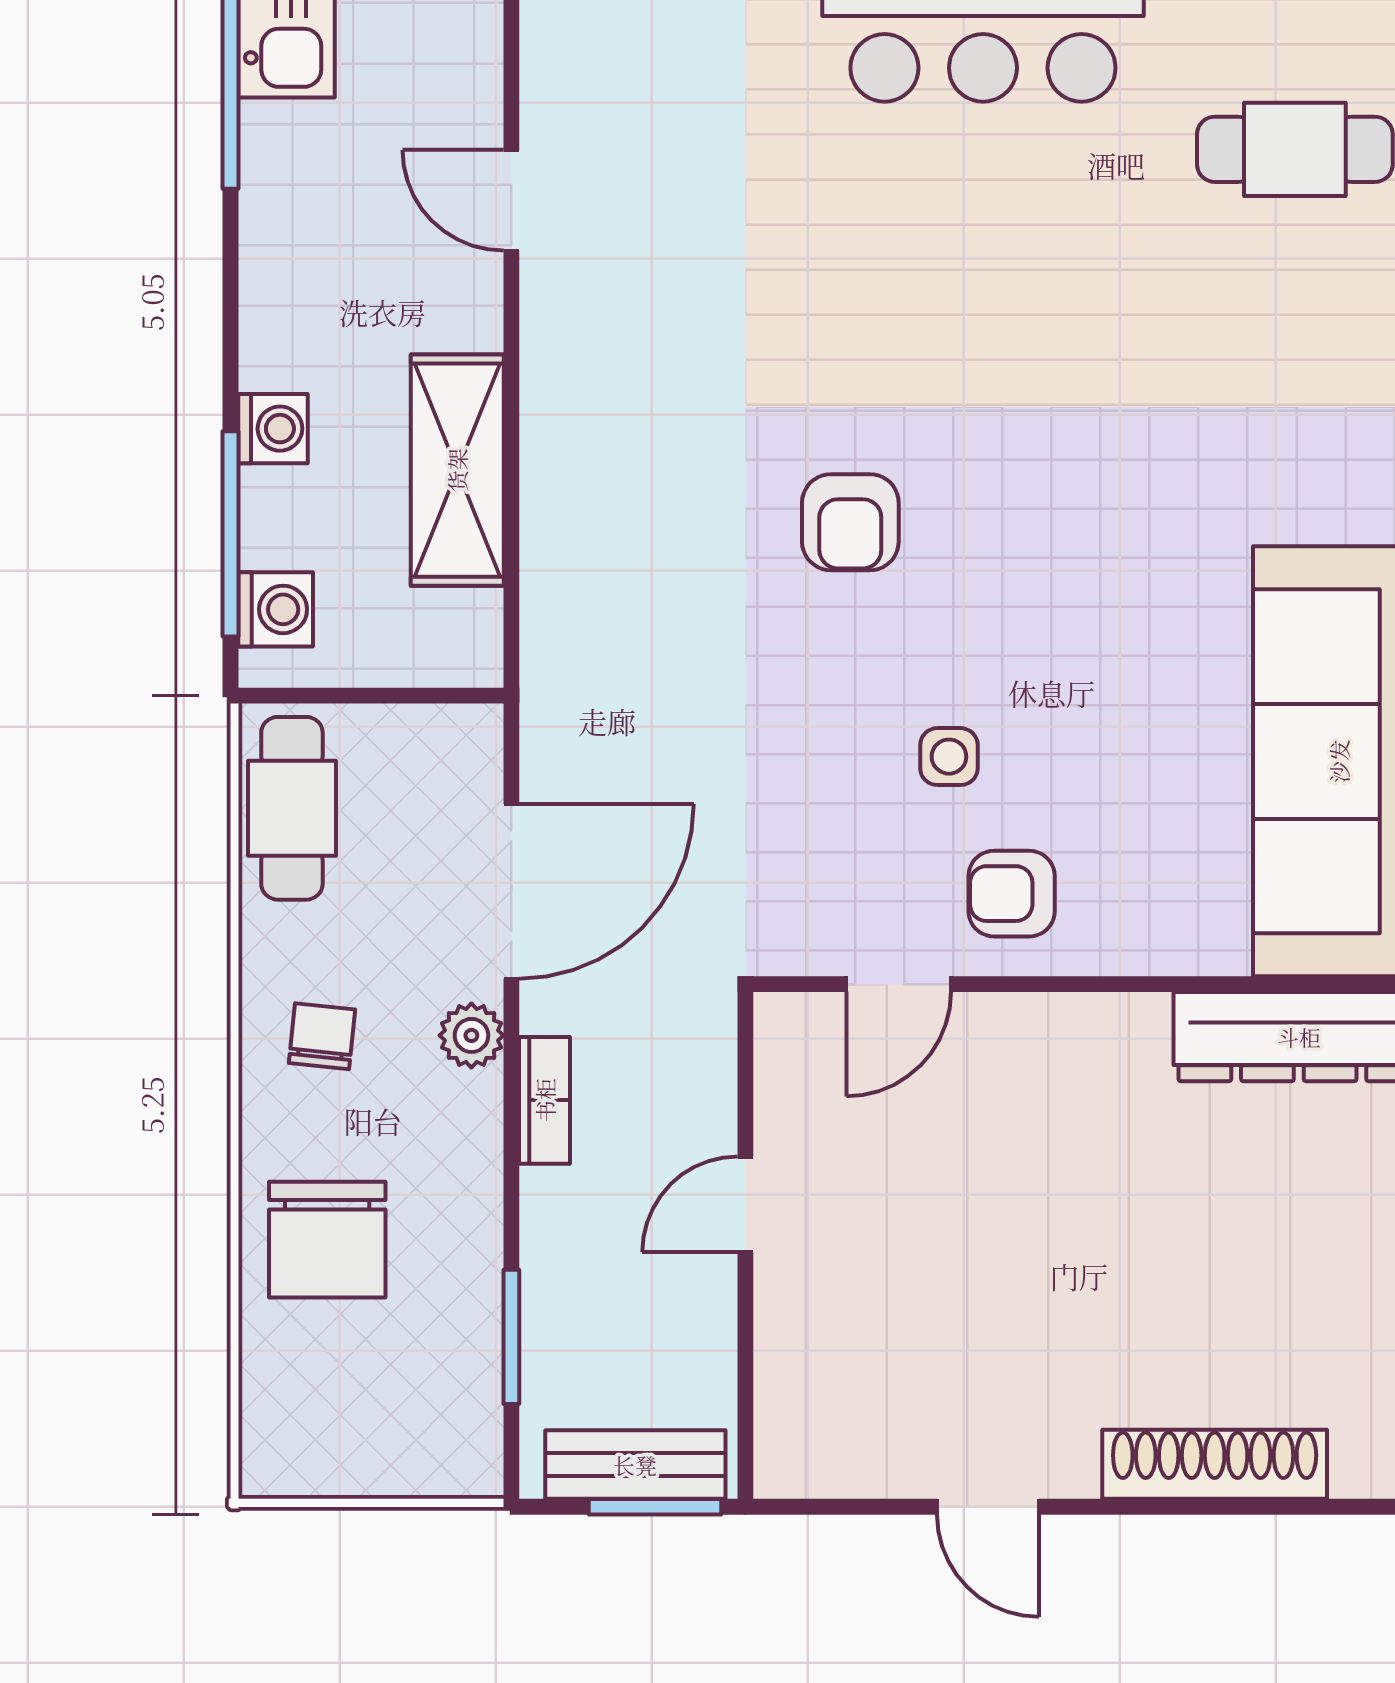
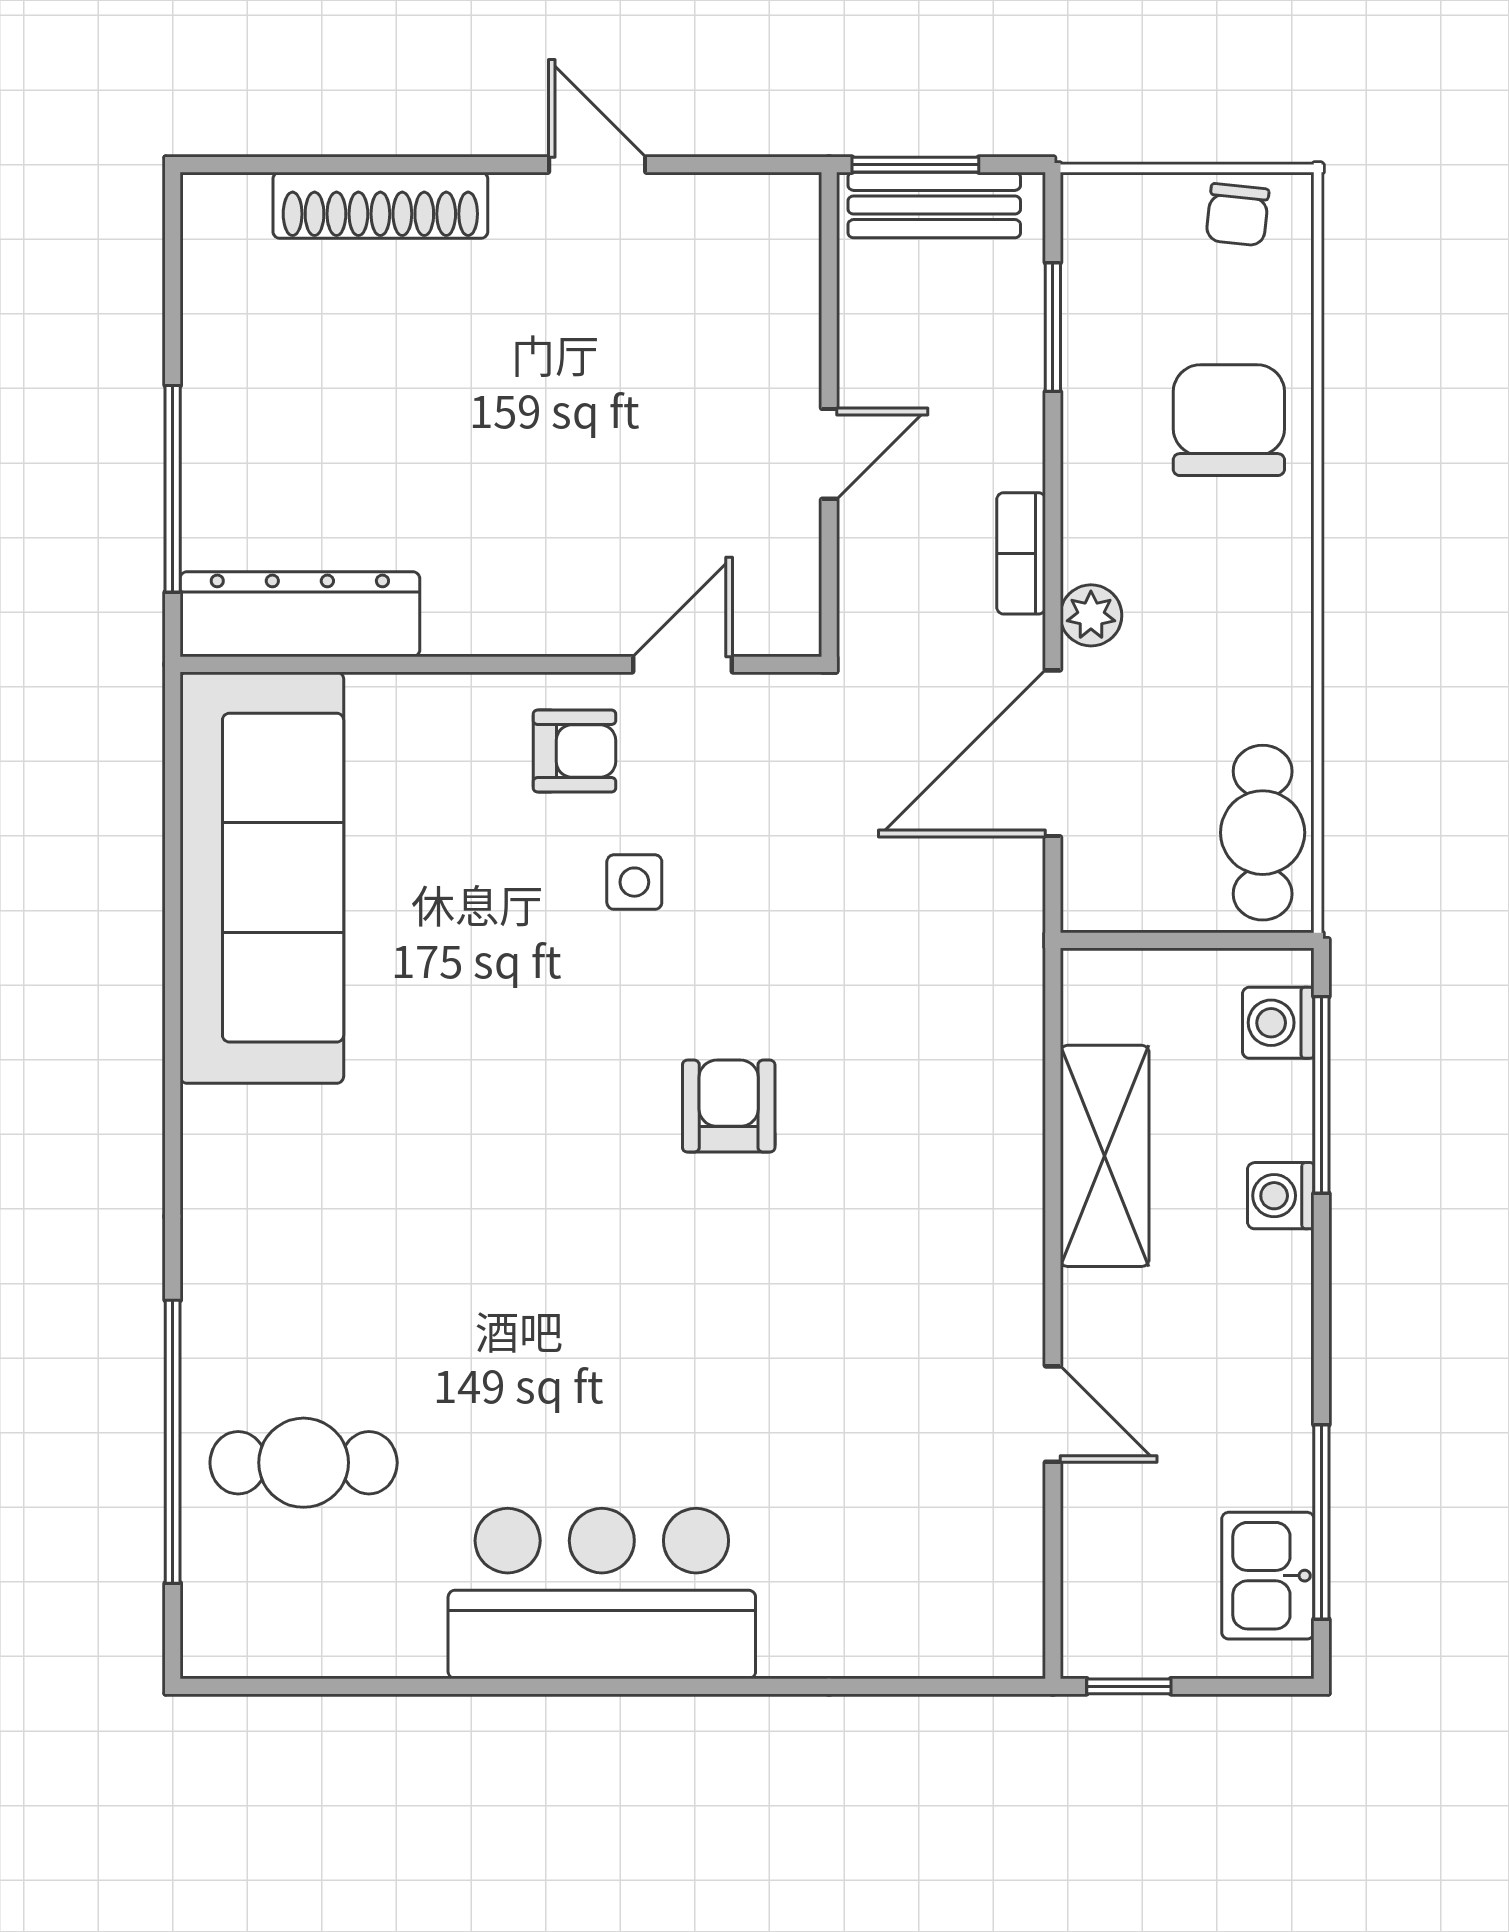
chair: (322, 1036) -> (1237, 215), moved

